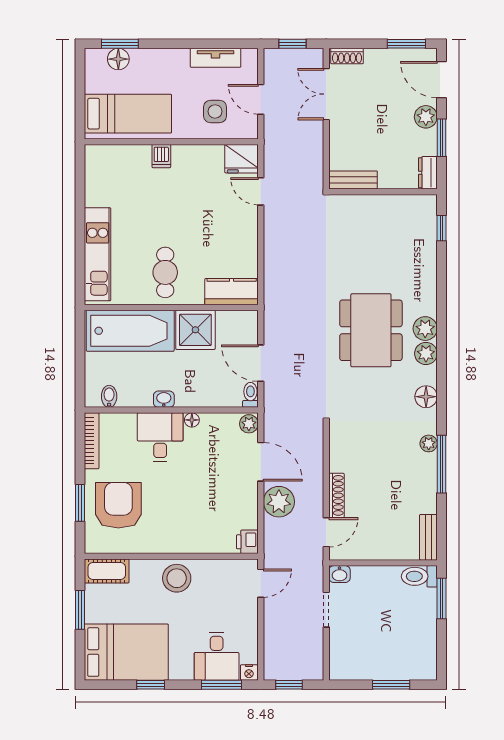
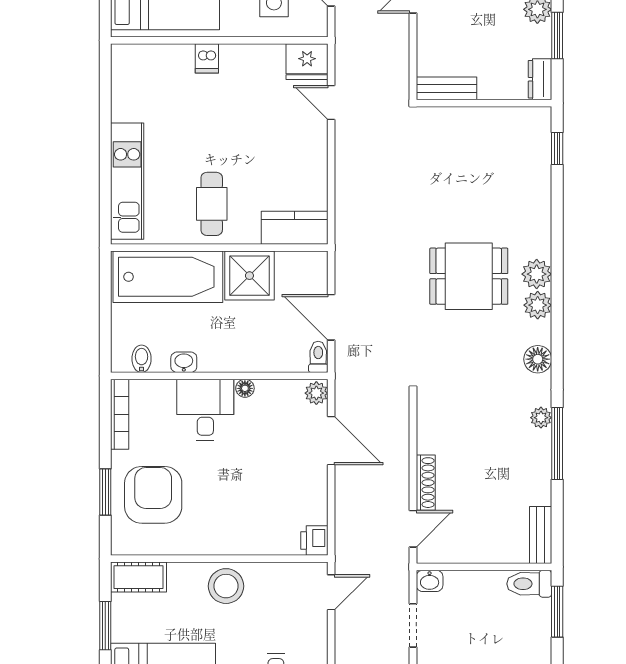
dining table: (371, 330) -> (469, 276), width x0.73
washbasin: (164, 399) -> (184, 362), moved
plant: (279, 502) -> (354, 490), removed

